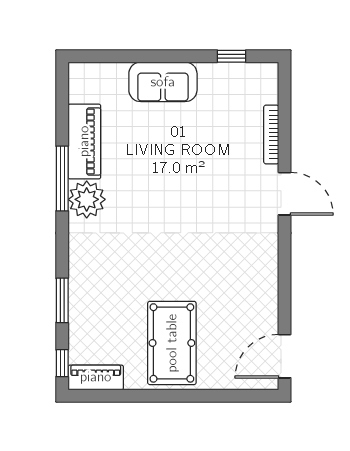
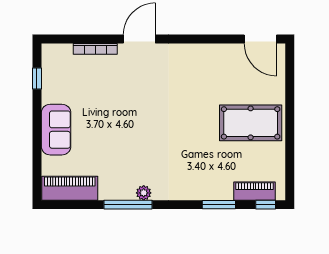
piano: (84, 141) -> (70, 188), moved
plant: (87, 199) -> (144, 193), width x0.53, depth x0.53
piano: (96, 377) -> (254, 191), moved, turned 90

